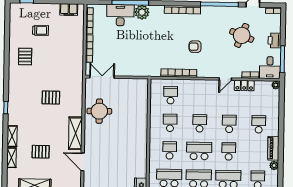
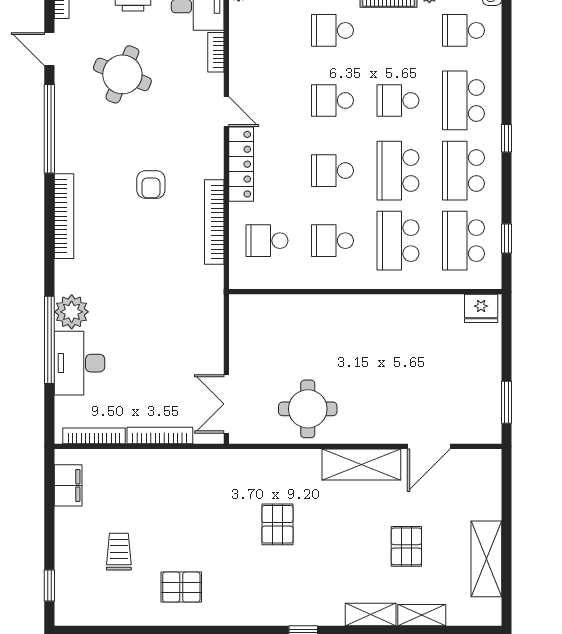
locker: (244, 86) -> (241, 164), moved, width x1.53
school desk: (170, 150) -> (398, 241), width x1.85

